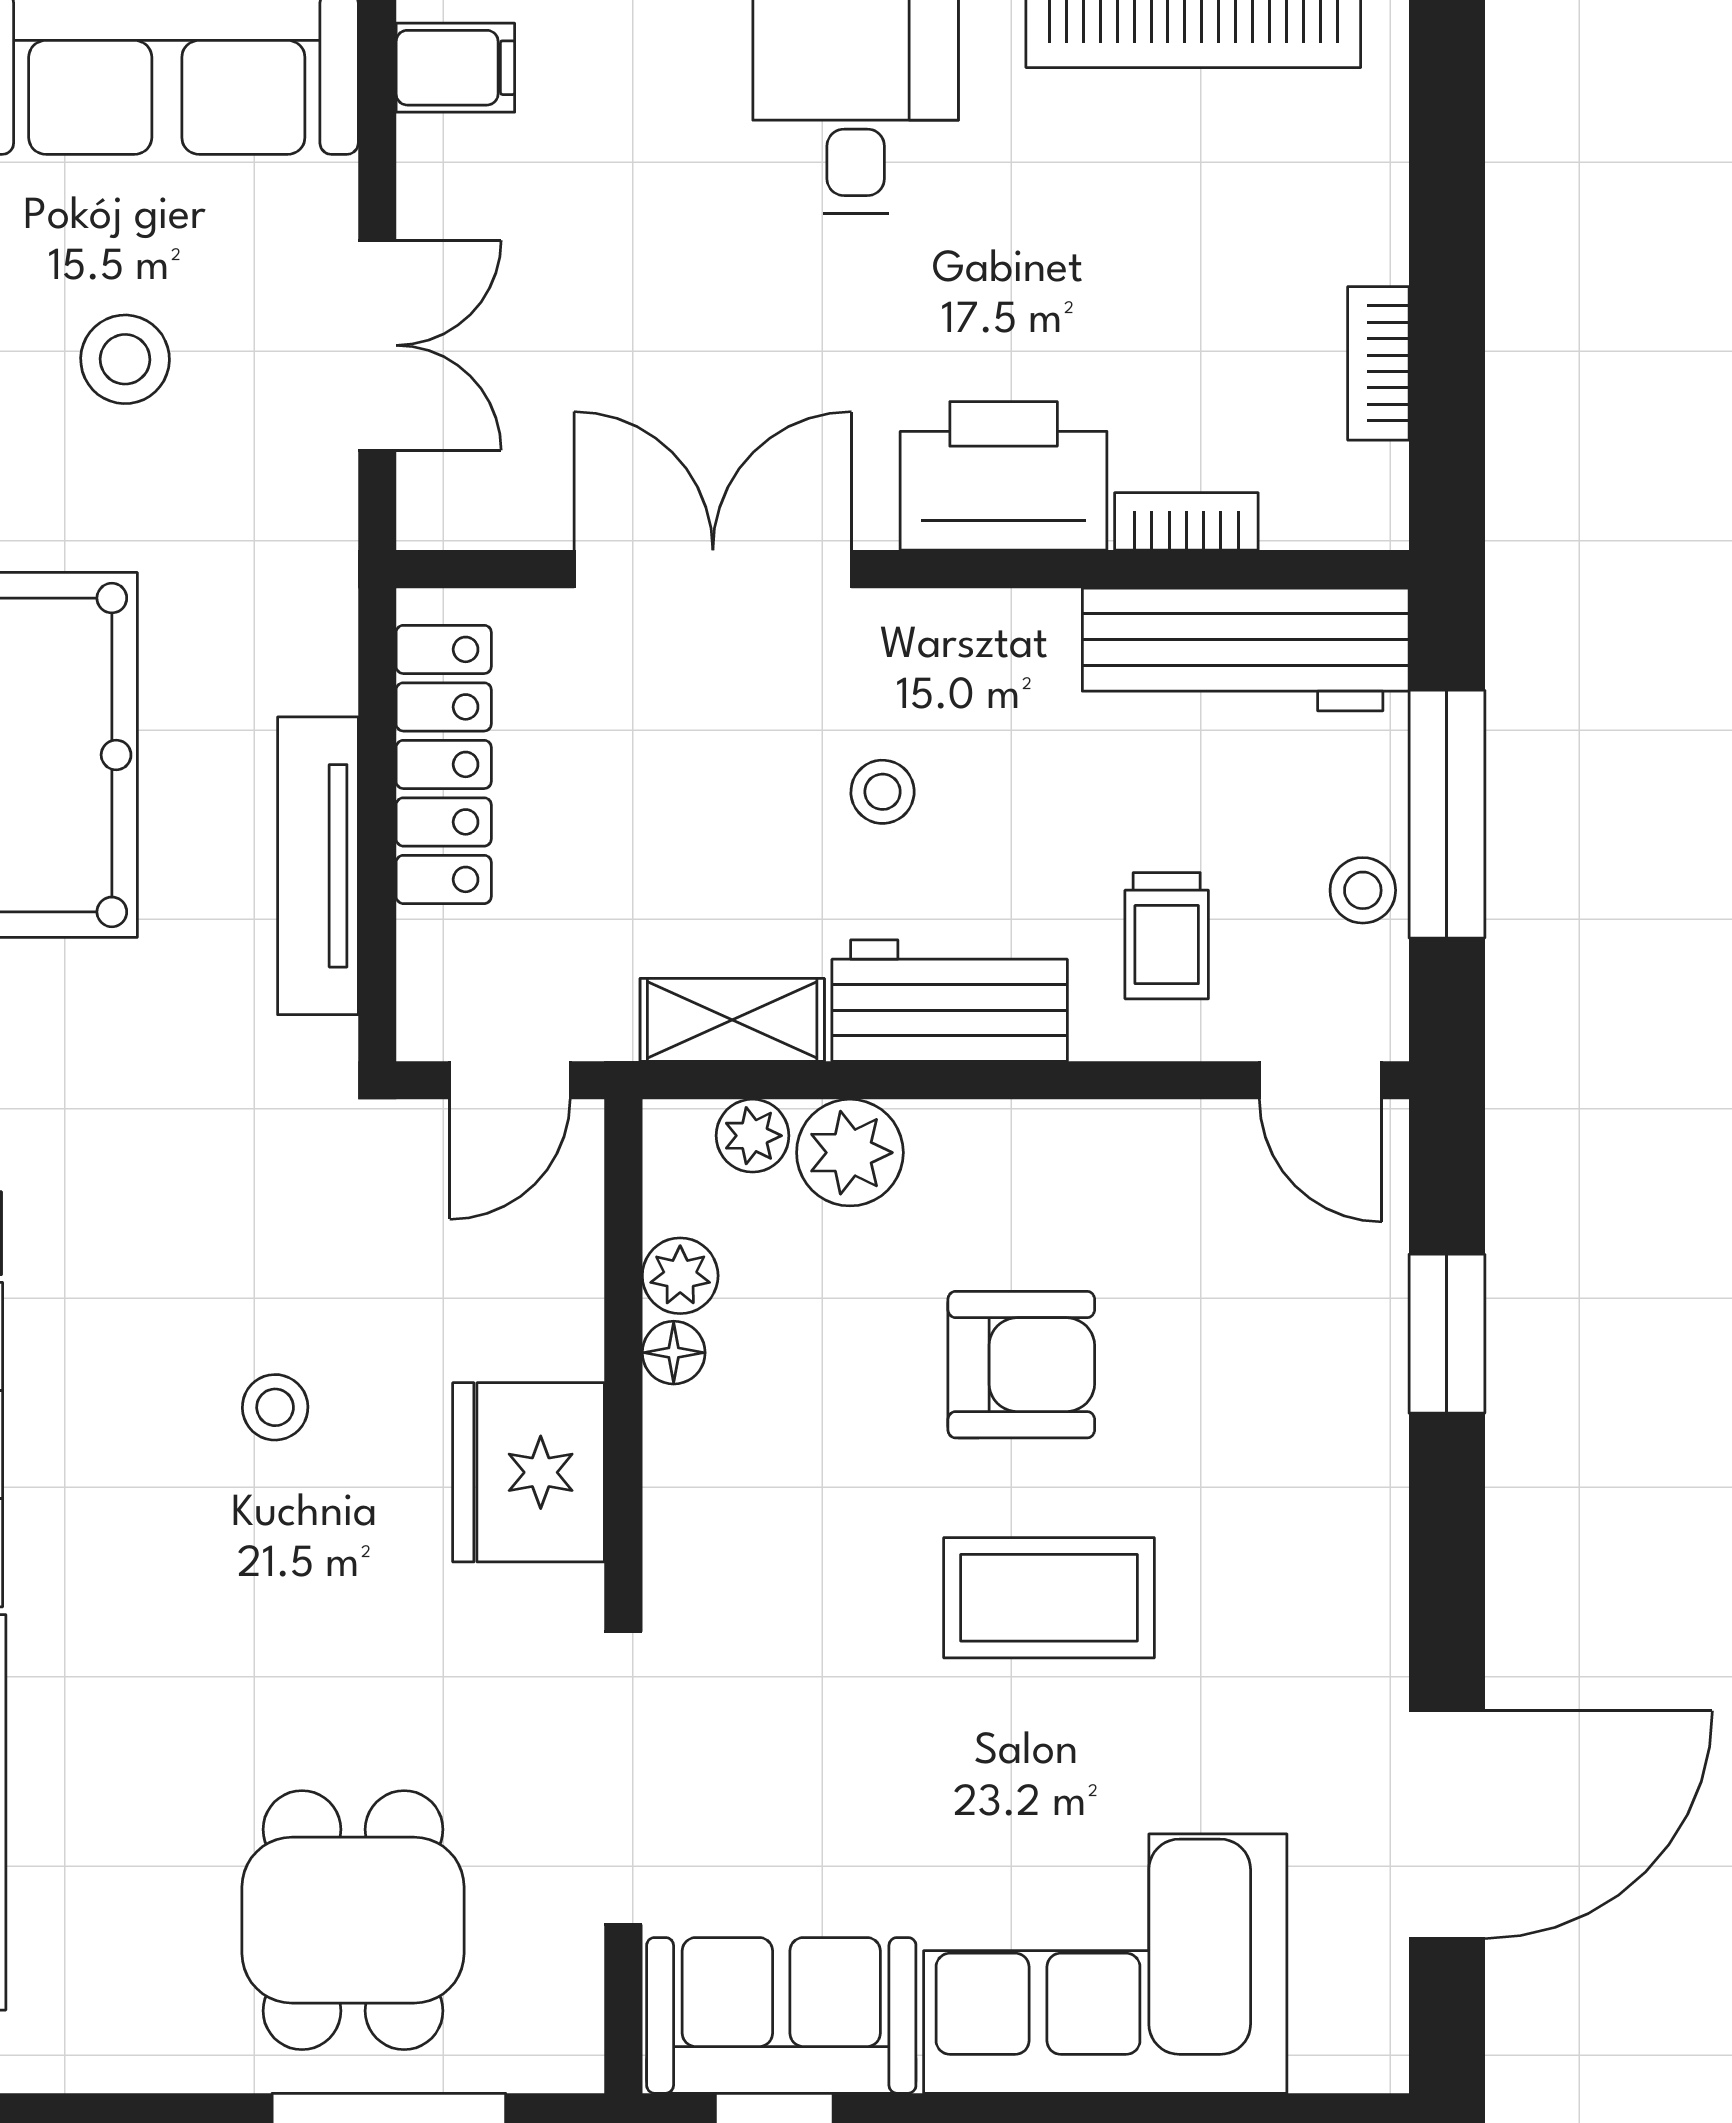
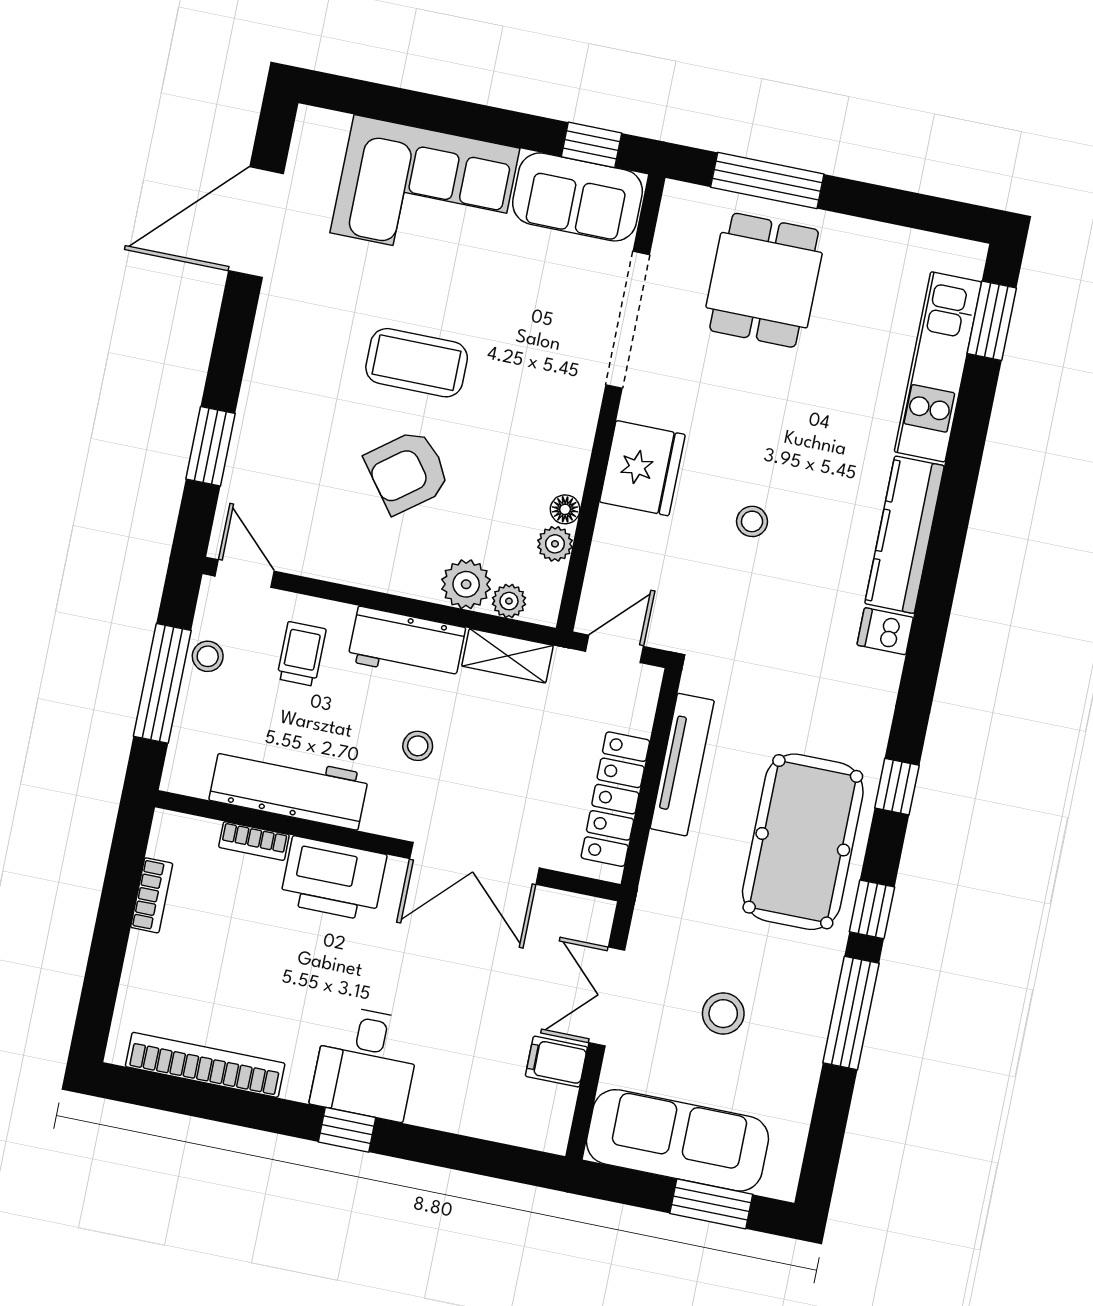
filing cabinet: (455, 68) -> (556, 1062), moved
workbench: (1246, 649) -> (289, 787), moved
armchair: (1021, 1365) -> (408, 472), turned -37

